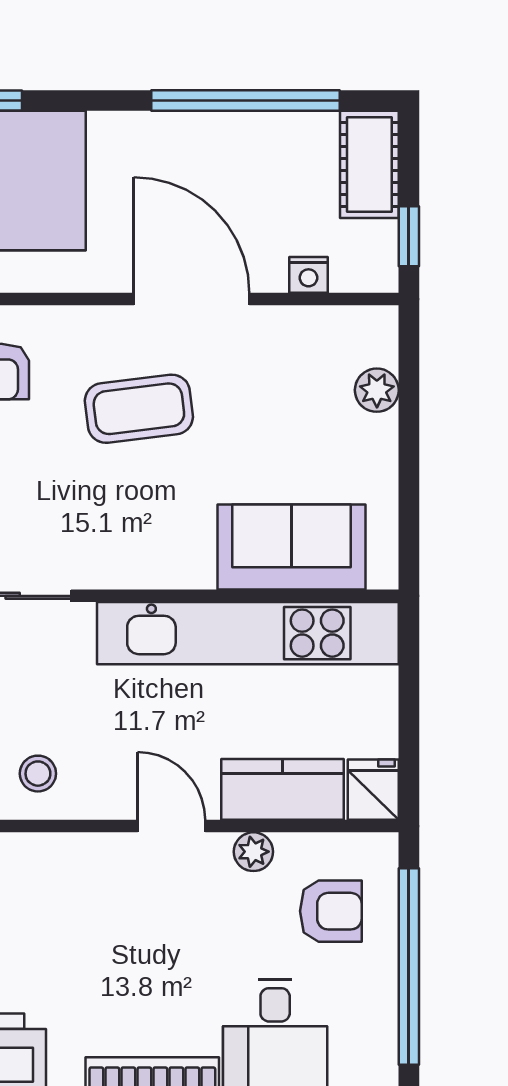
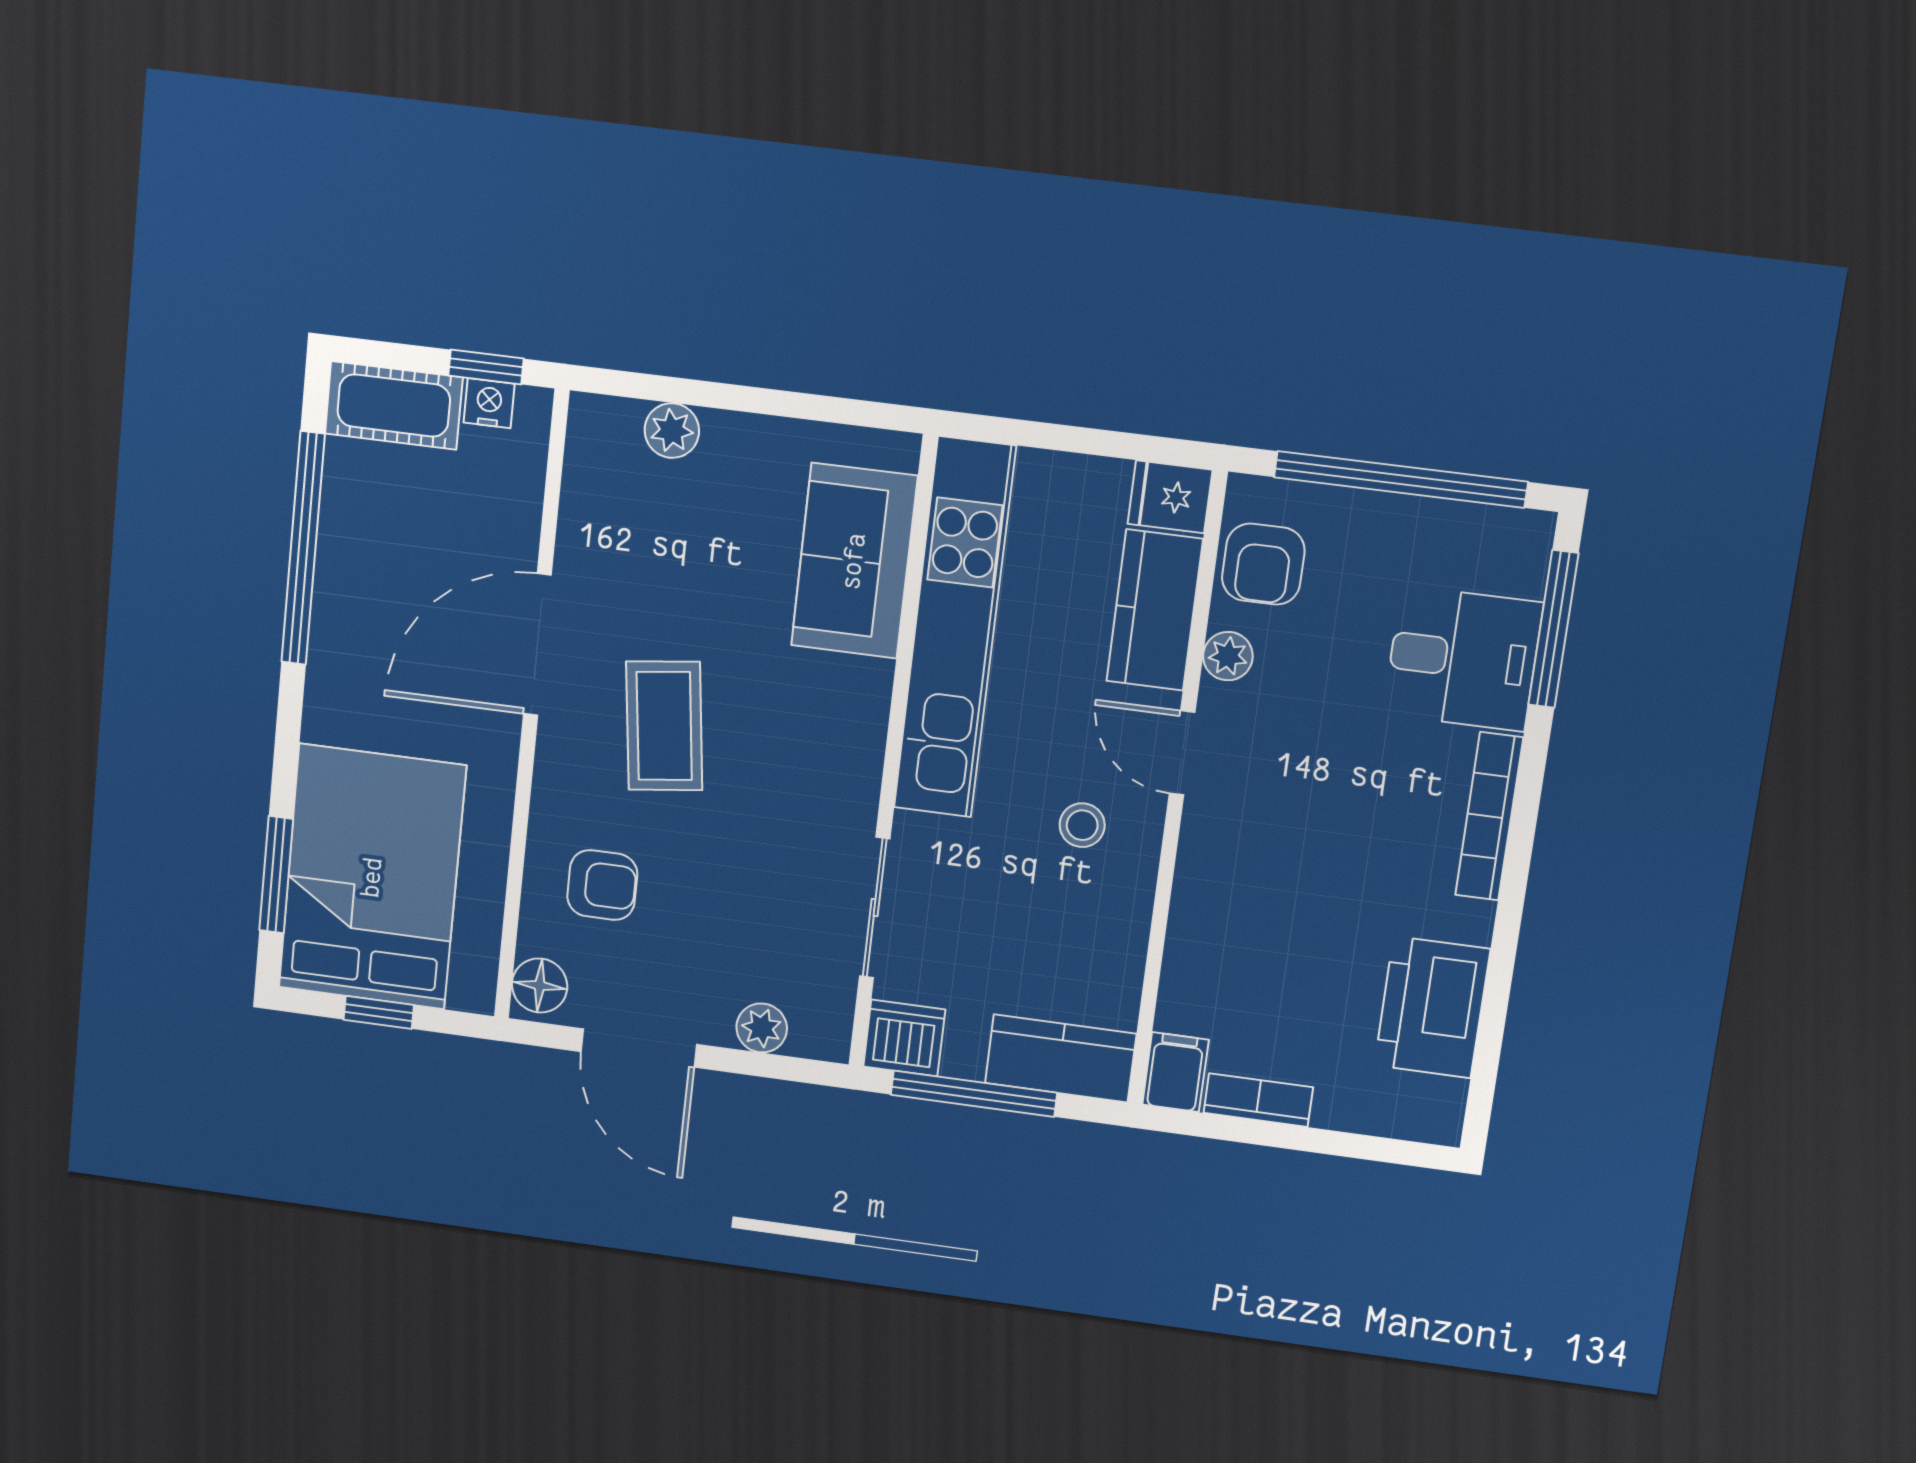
nightstand: (308, 275) -> (489, 403), moved, turned -90
stool: (38, 774) -> (1082, 825), moved
door: (171, 826) -> (1182, 753), hinge flipped
armchair: (331, 911) -> (1263, 564), moved, turned 180

